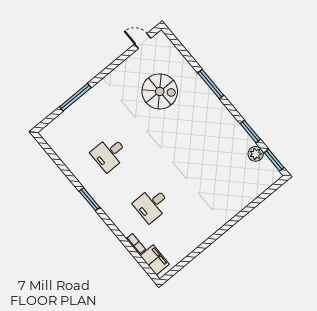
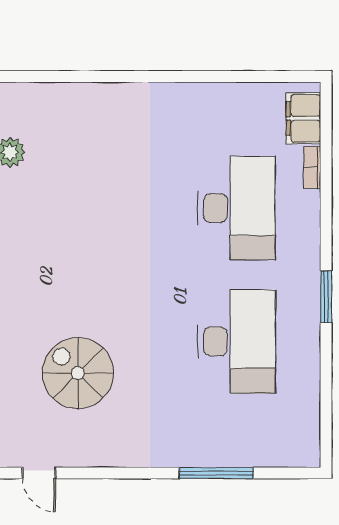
desk: (109, 154) -> (236, 341), width x1.87, depth x1.30
desk: (152, 204) -> (236, 208), width x1.87, depth x1.30

